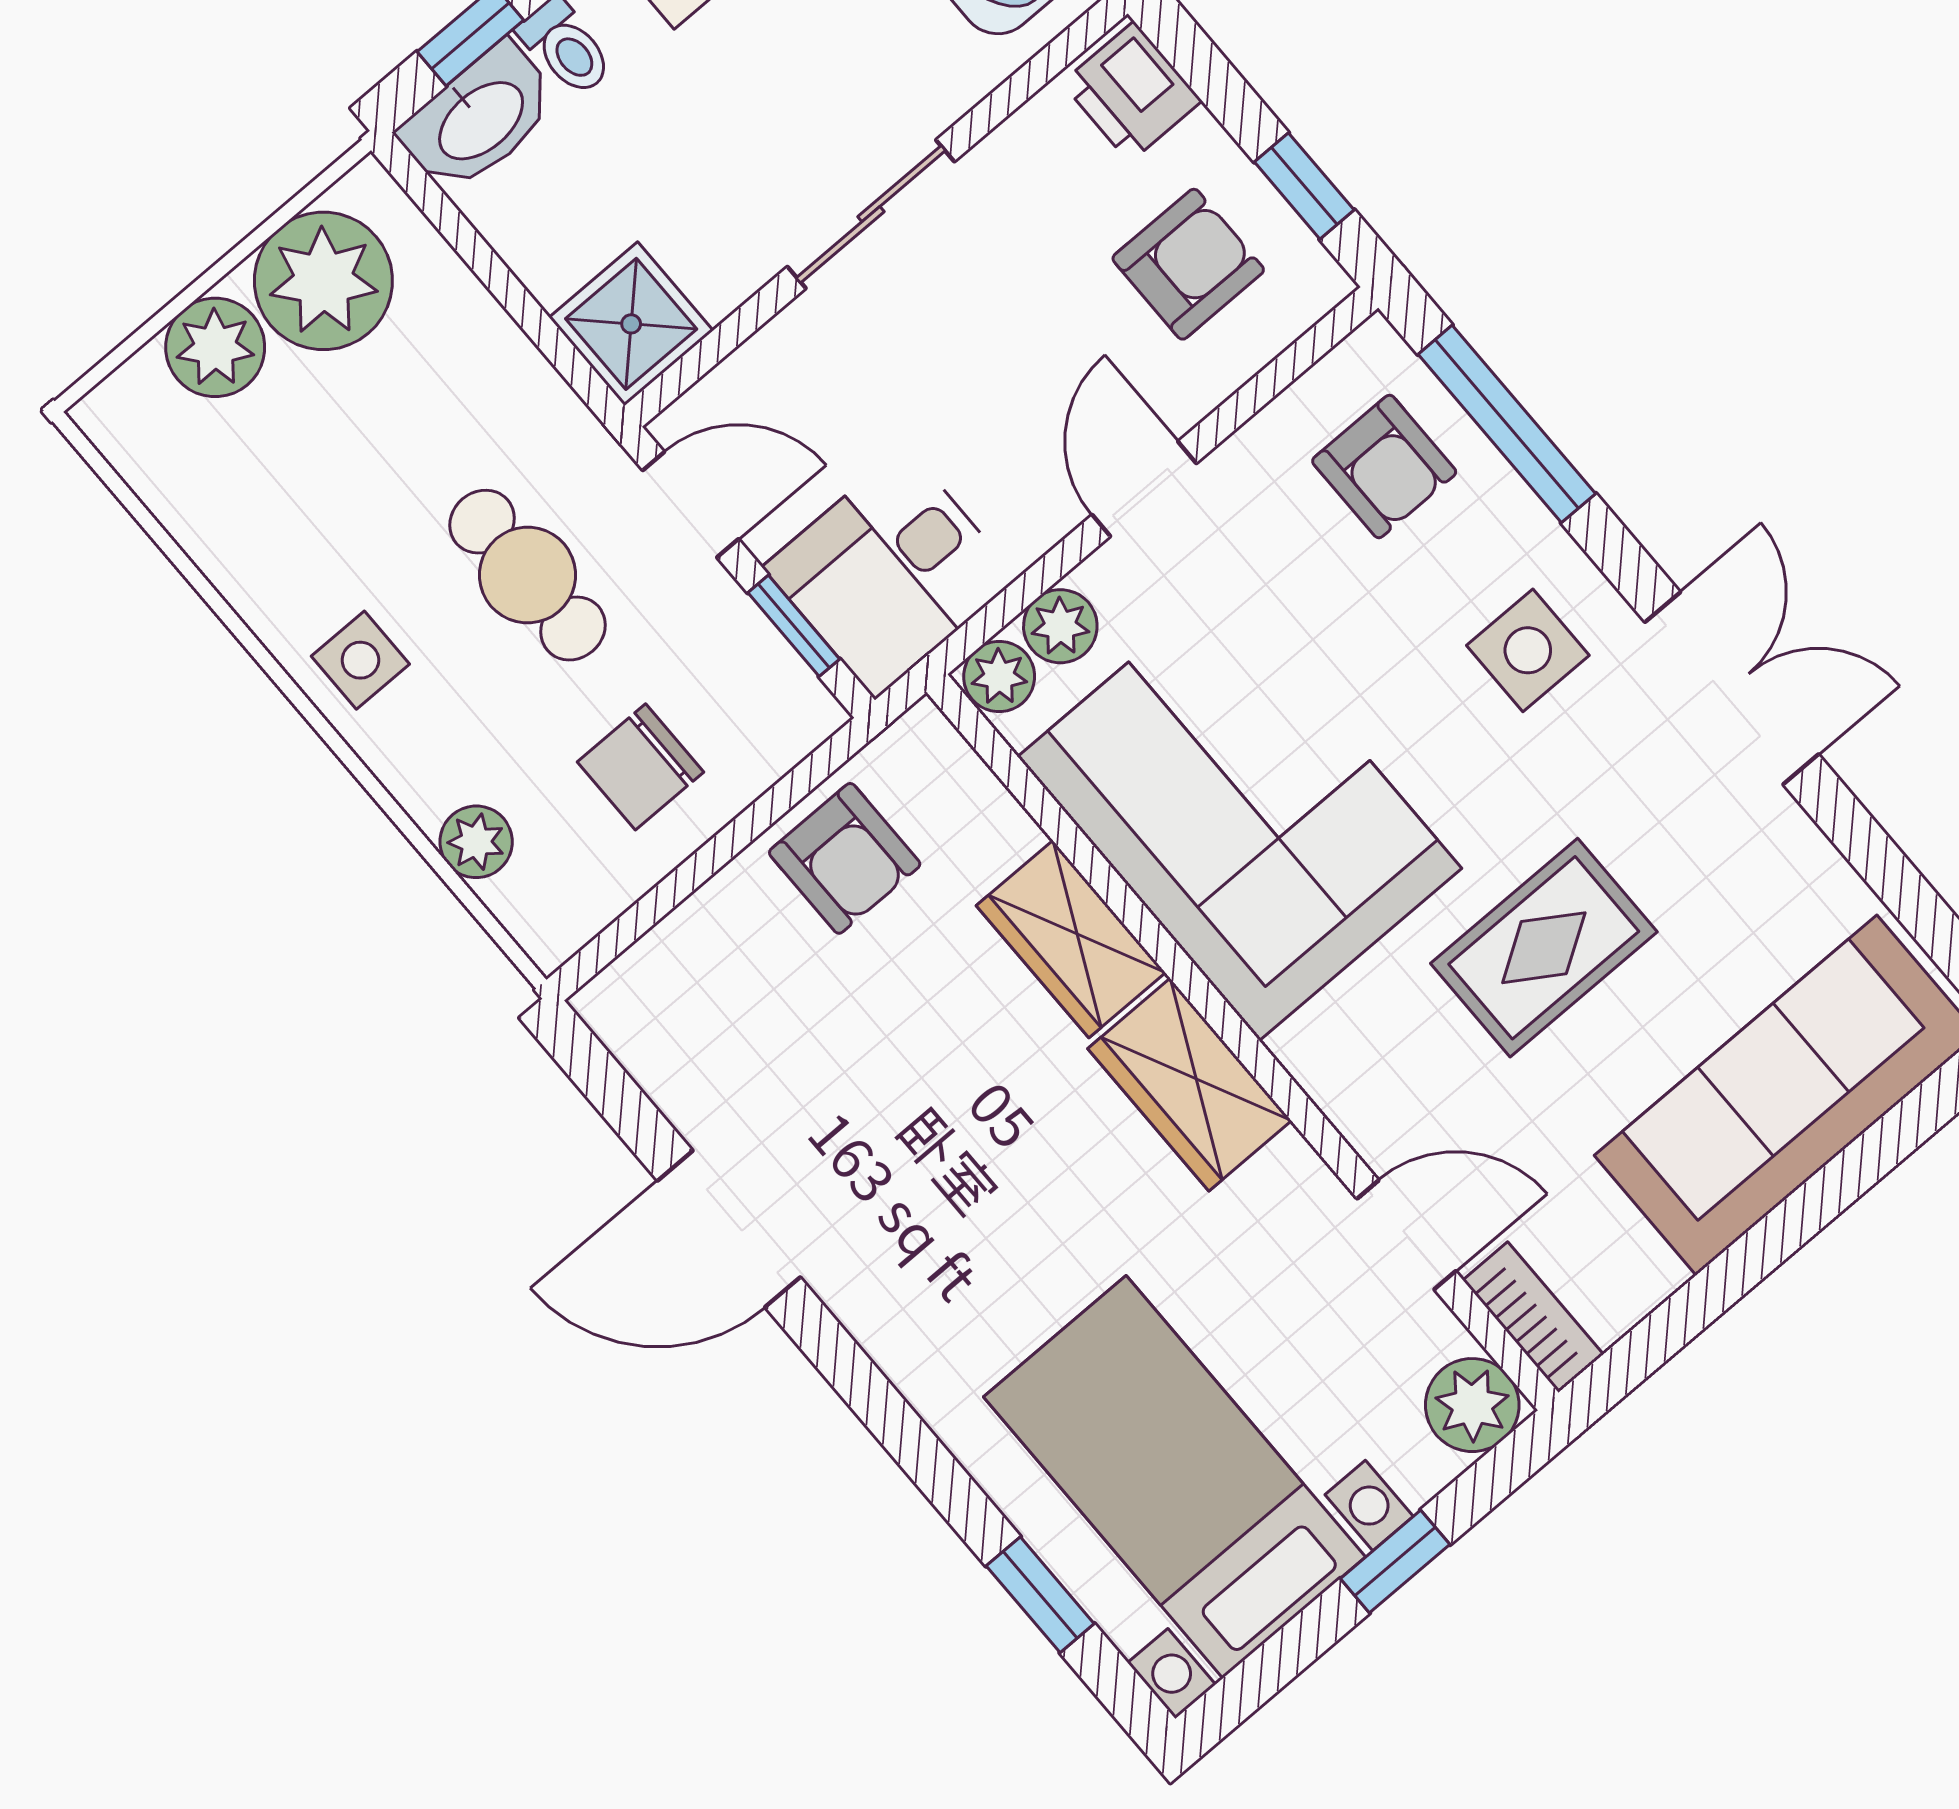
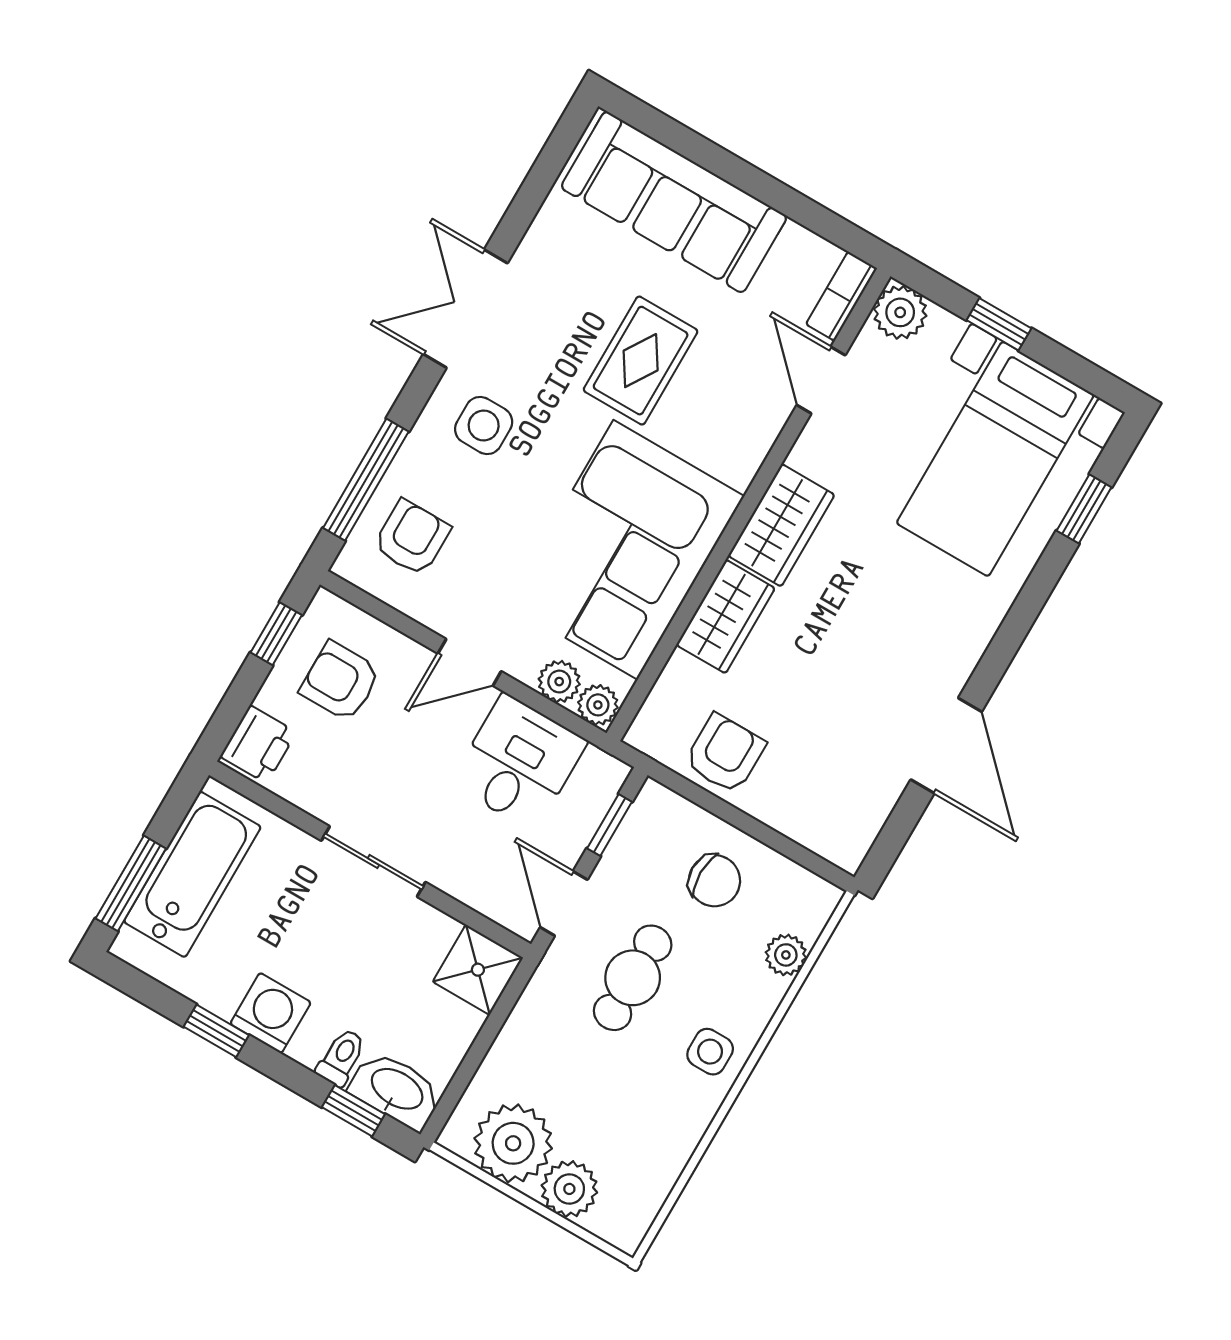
desk: (890, 572) -> (519, 762), moved, turned -90
rug: (1544, 948) -> (641, 361), turned 90

